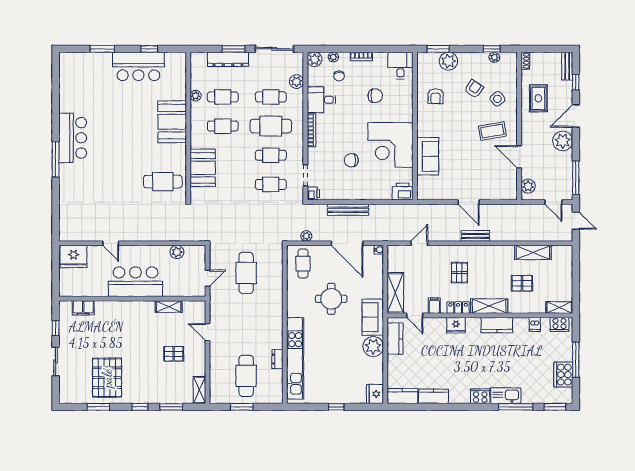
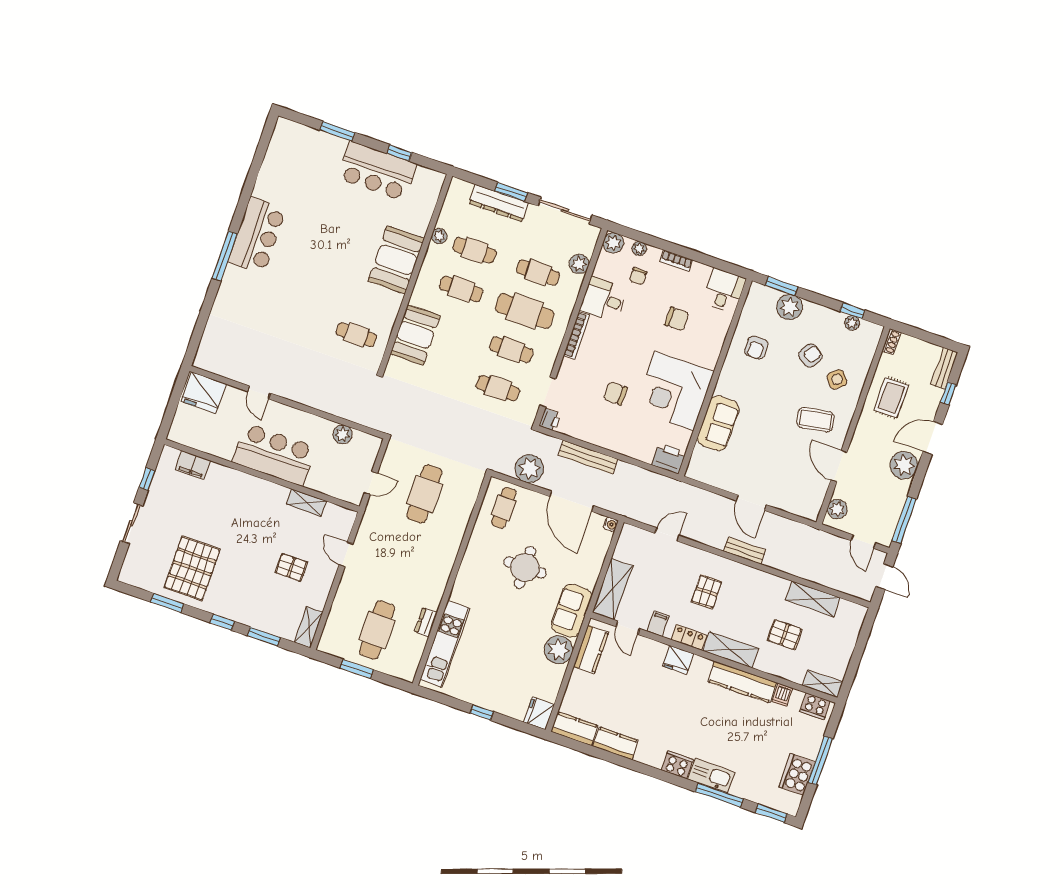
cafe table: (163, 182) -> (356, 335), width x0.73, depth x0.74
plant: (306, 236) -> (529, 469), width x1.88, depth x1.88
kitchen counter: (497, 325) -> (742, 682), width x1.50
kitchen unit: (295, 358) -> (445, 644), width x0.73

